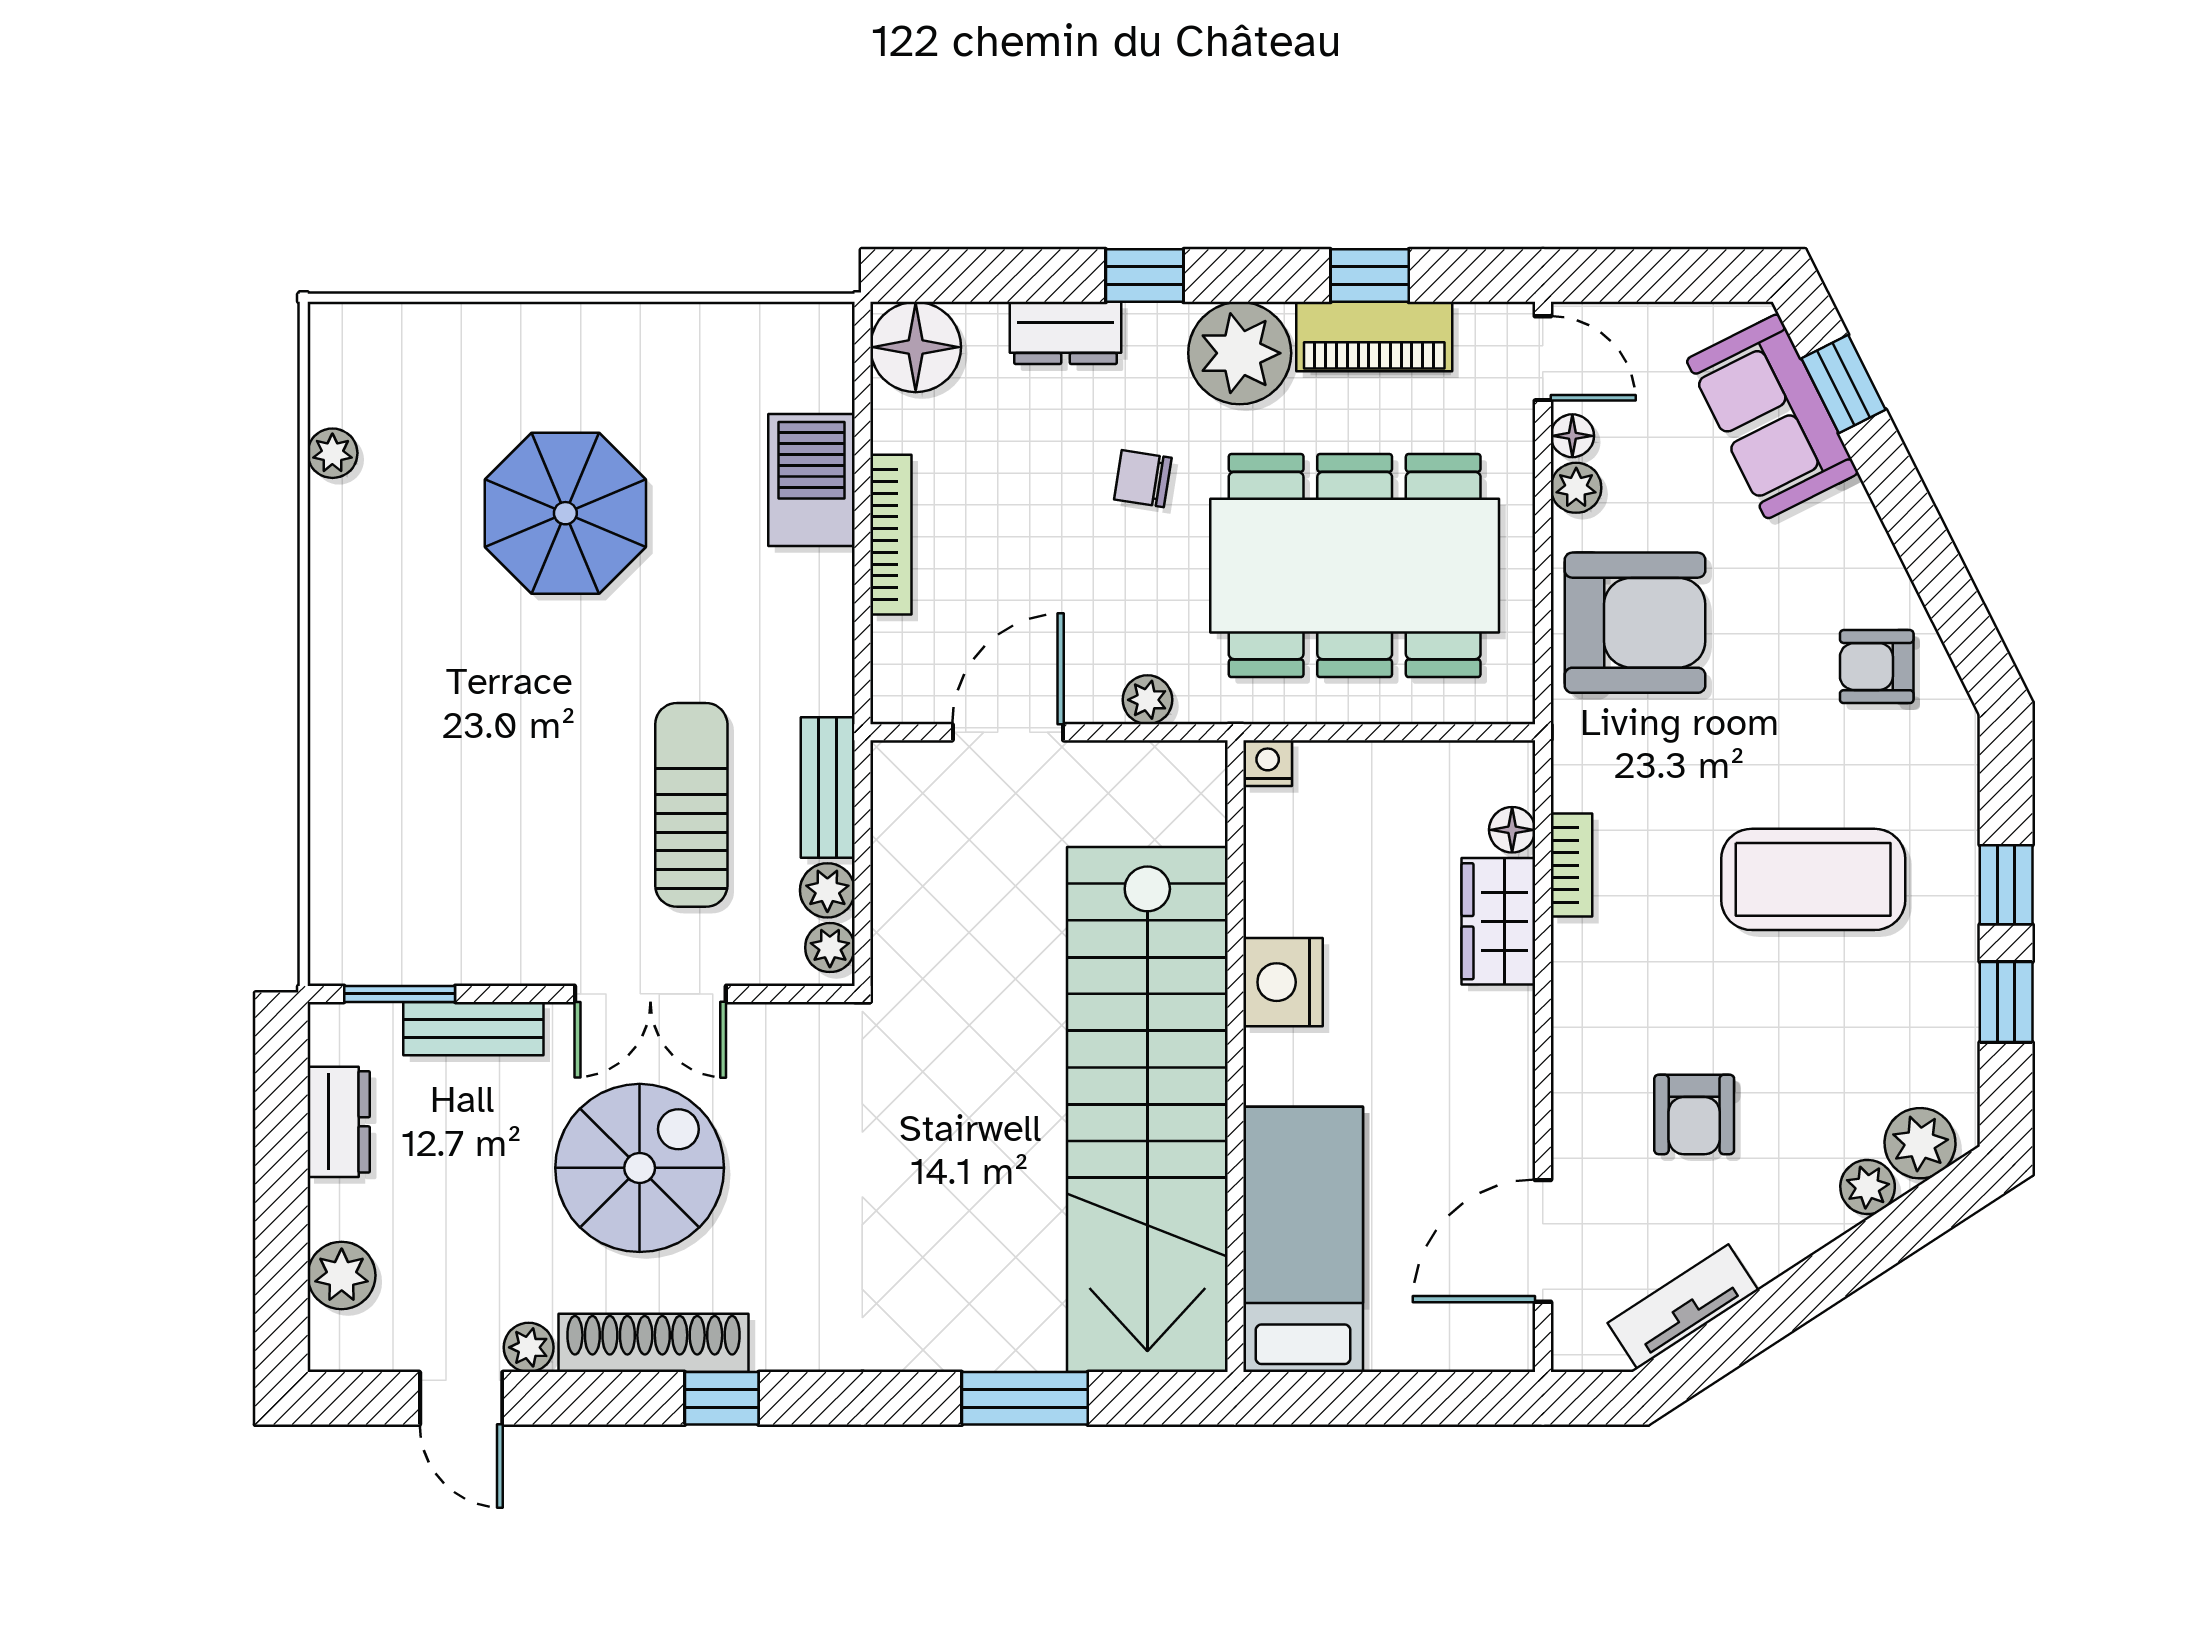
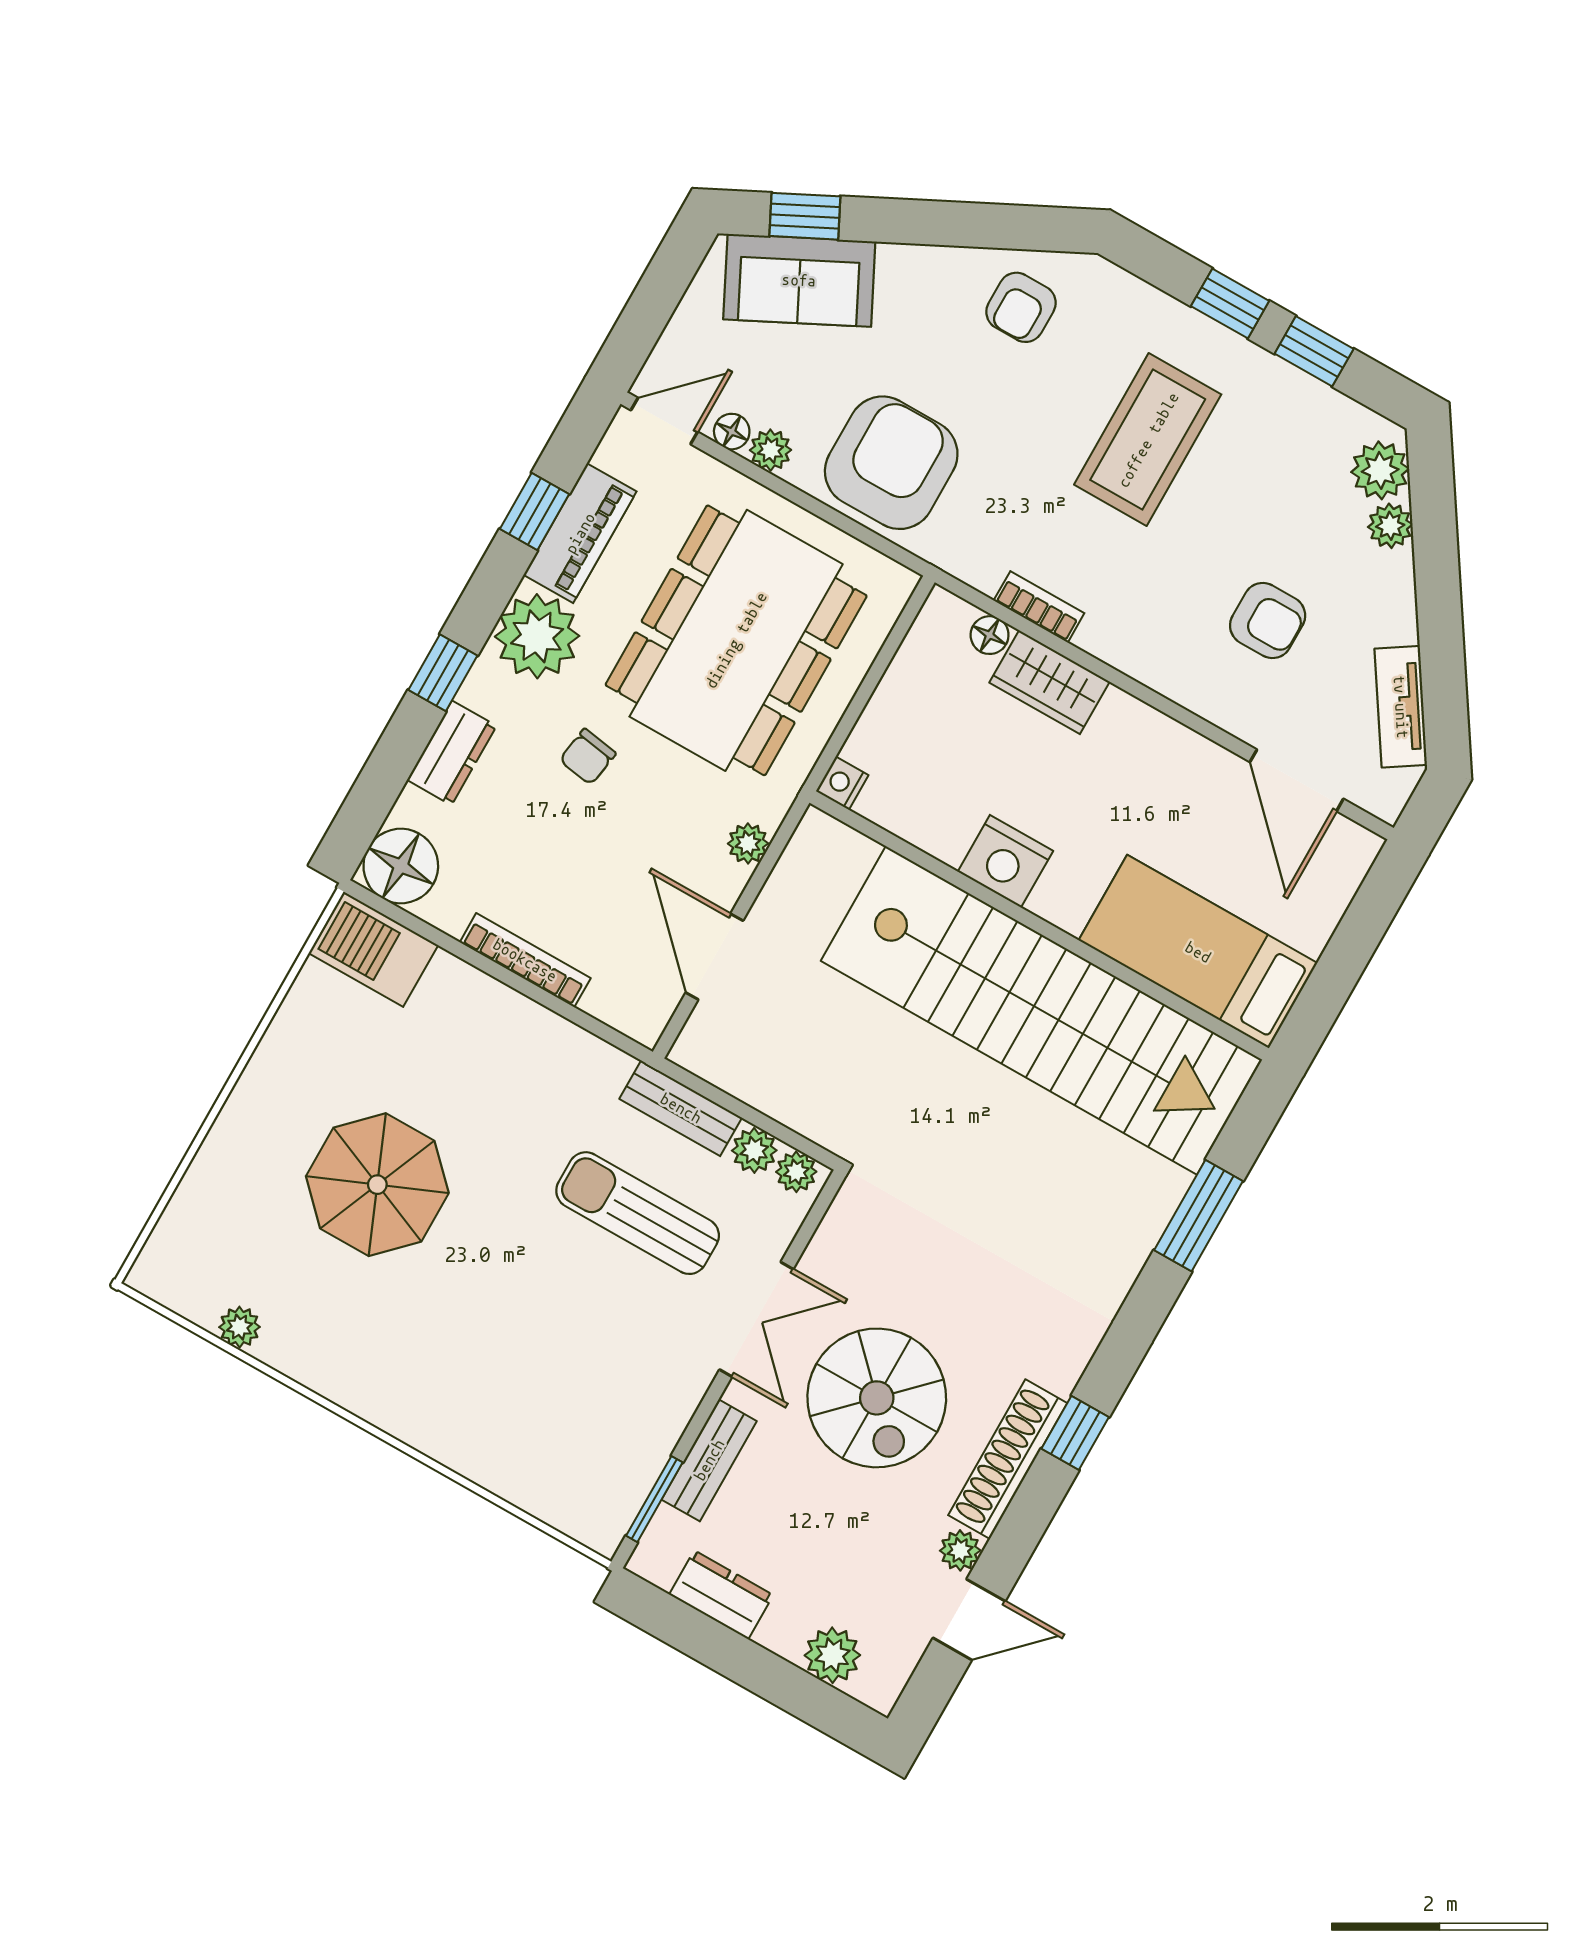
barbecue: (811, 480) -> (373, 949), moved
spiral stairs: (640, 1168) -> (877, 1398), turned 180

